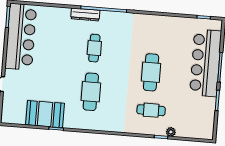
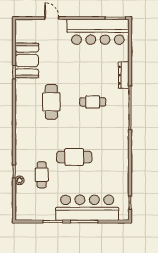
dresser: (85, 14) -> (124, 75), moved
cafe table: (91, 92) -> (51, 102), turned 90
cafe table: (151, 110) -> (42, 175), moved

